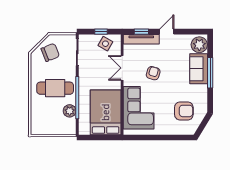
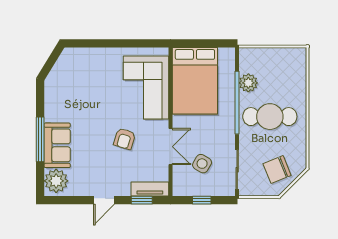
tv unit: (141, 39) -> (150, 189), width x0.71
side table: (105, 44) -> (202, 164), moved
armchair: (184, 111) -> (79, 83), removed

